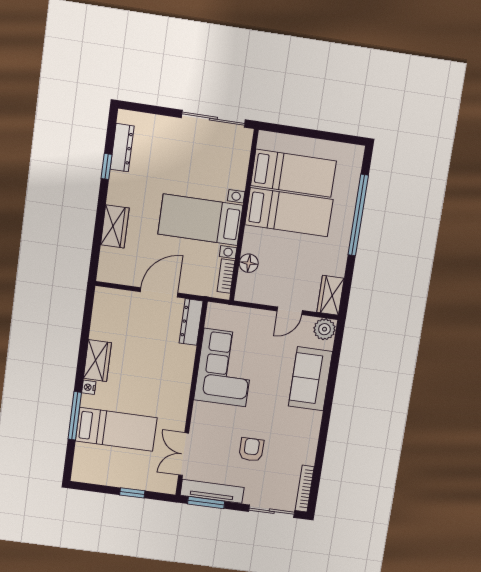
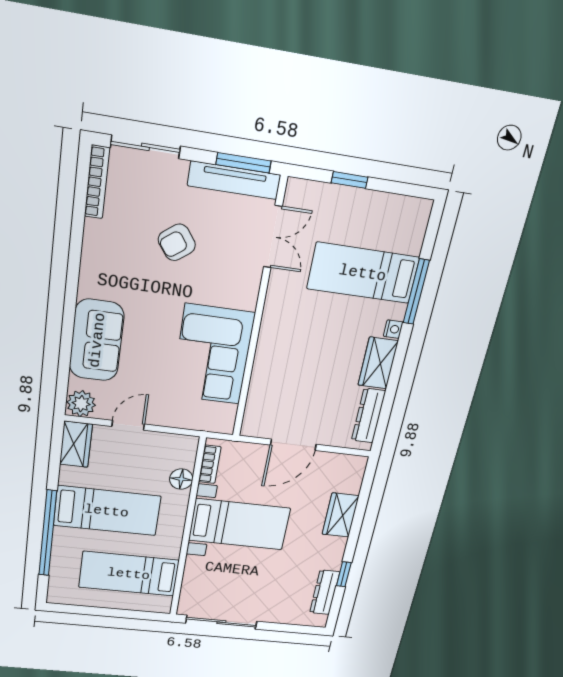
bed: (289, 212) -> (107, 511), moved, turned 180
dresser: (191, 322) -> (368, 416), moved, turned 180
armchair: (251, 450) -> (177, 242), turned 53

